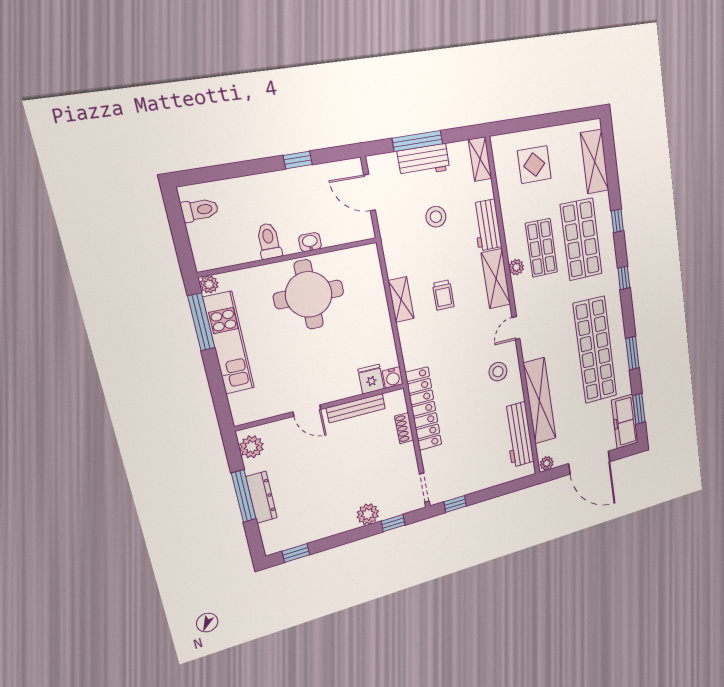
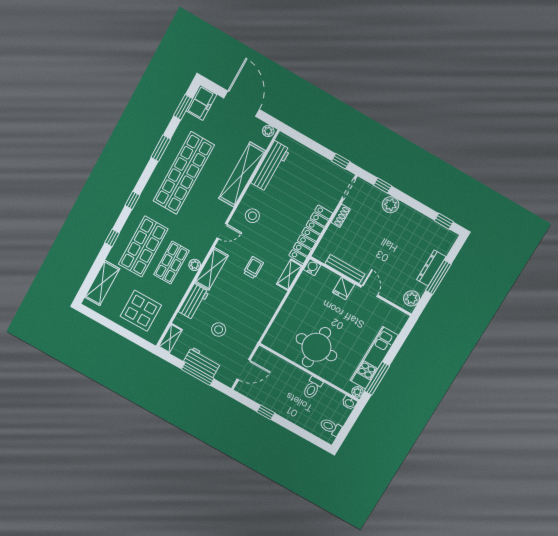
display table: (534, 165) -> (141, 311), width x1.36, depth x1.36
door: (370, 193) -> (244, 370), hinge flipped
washbasin: (310, 242) -> (350, 403), moved
trolley: (443, 295) -> (253, 268), moved
shelving: (401, 300) -> (289, 275), moved
fridge: (371, 379) -> (344, 288), moved
freezer: (625, 421) -> (201, 103), width x0.71
shoe rack: (404, 428) -> (341, 216), moved

